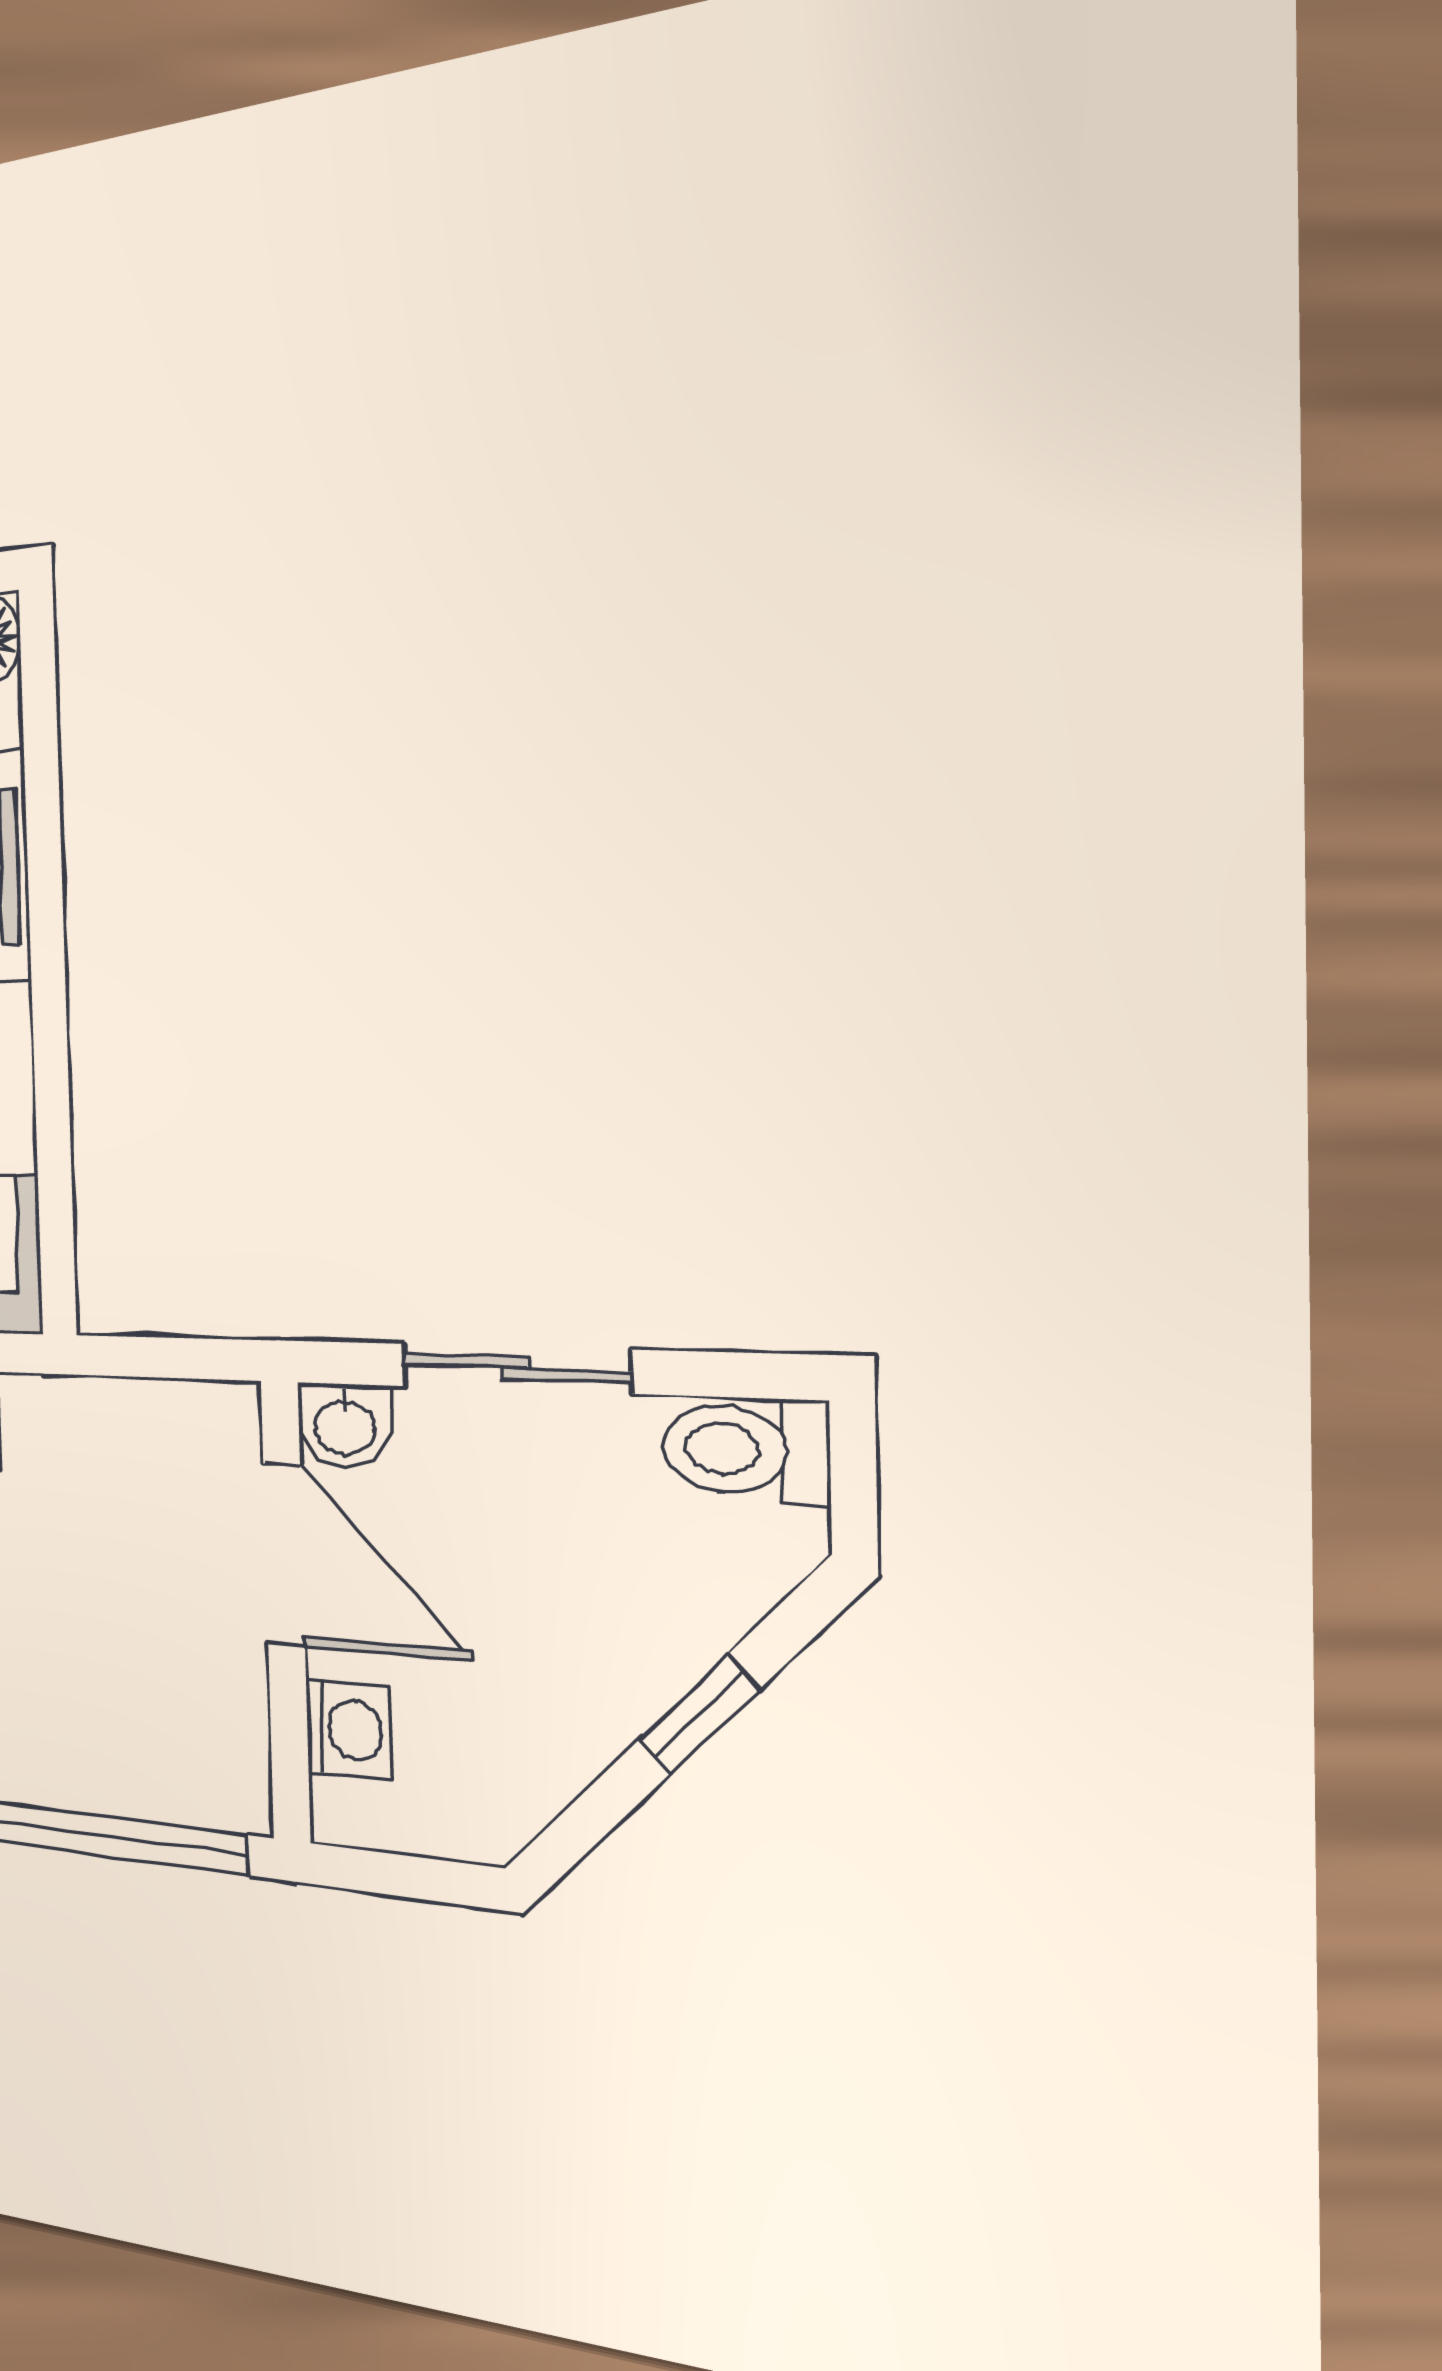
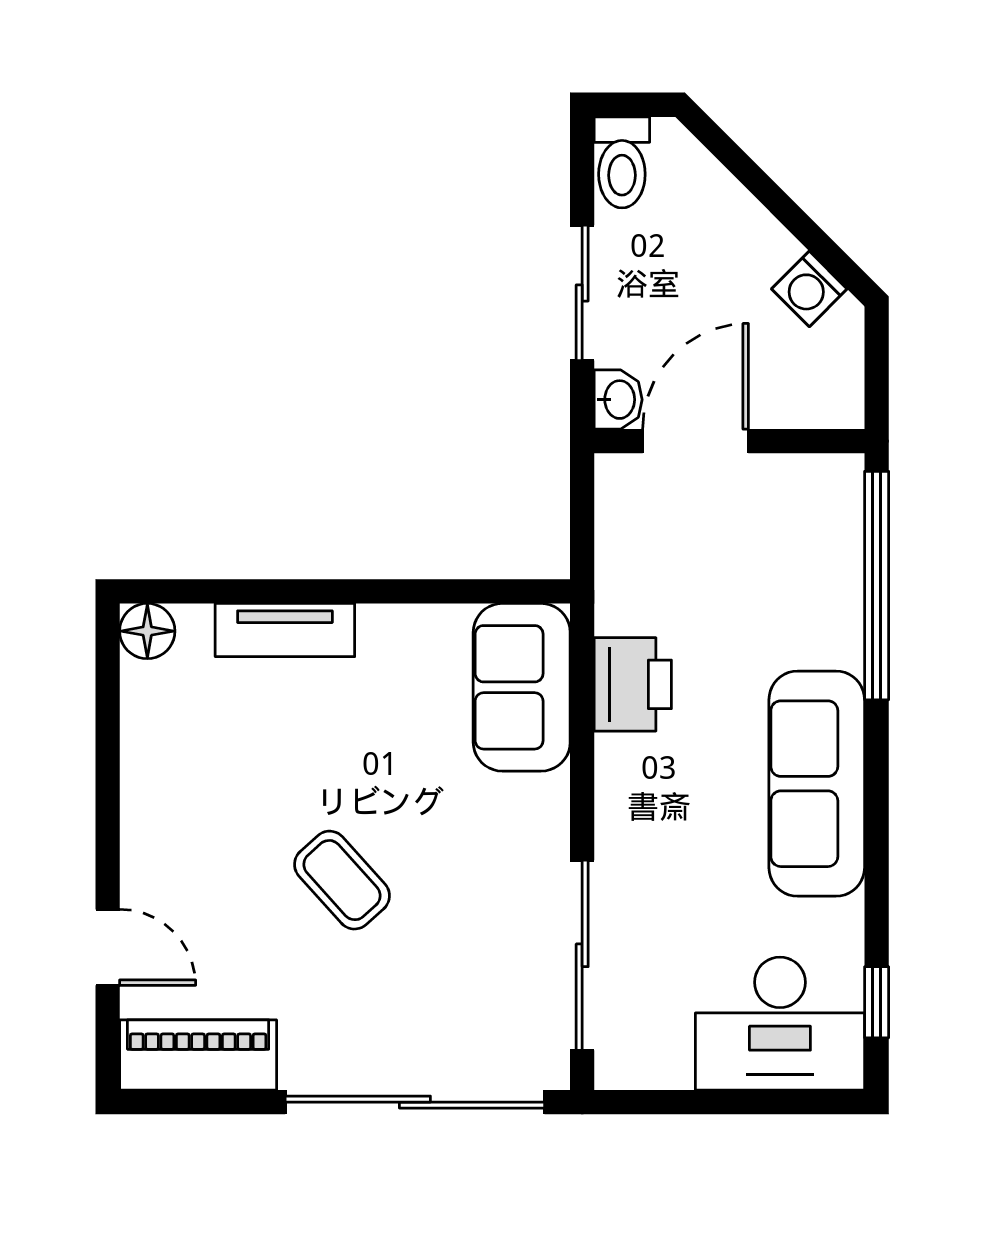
window: (699, 1714) -> (766, 191), removed
washing machine: (348, 1729) -> (809, 289), moved, turned -135

